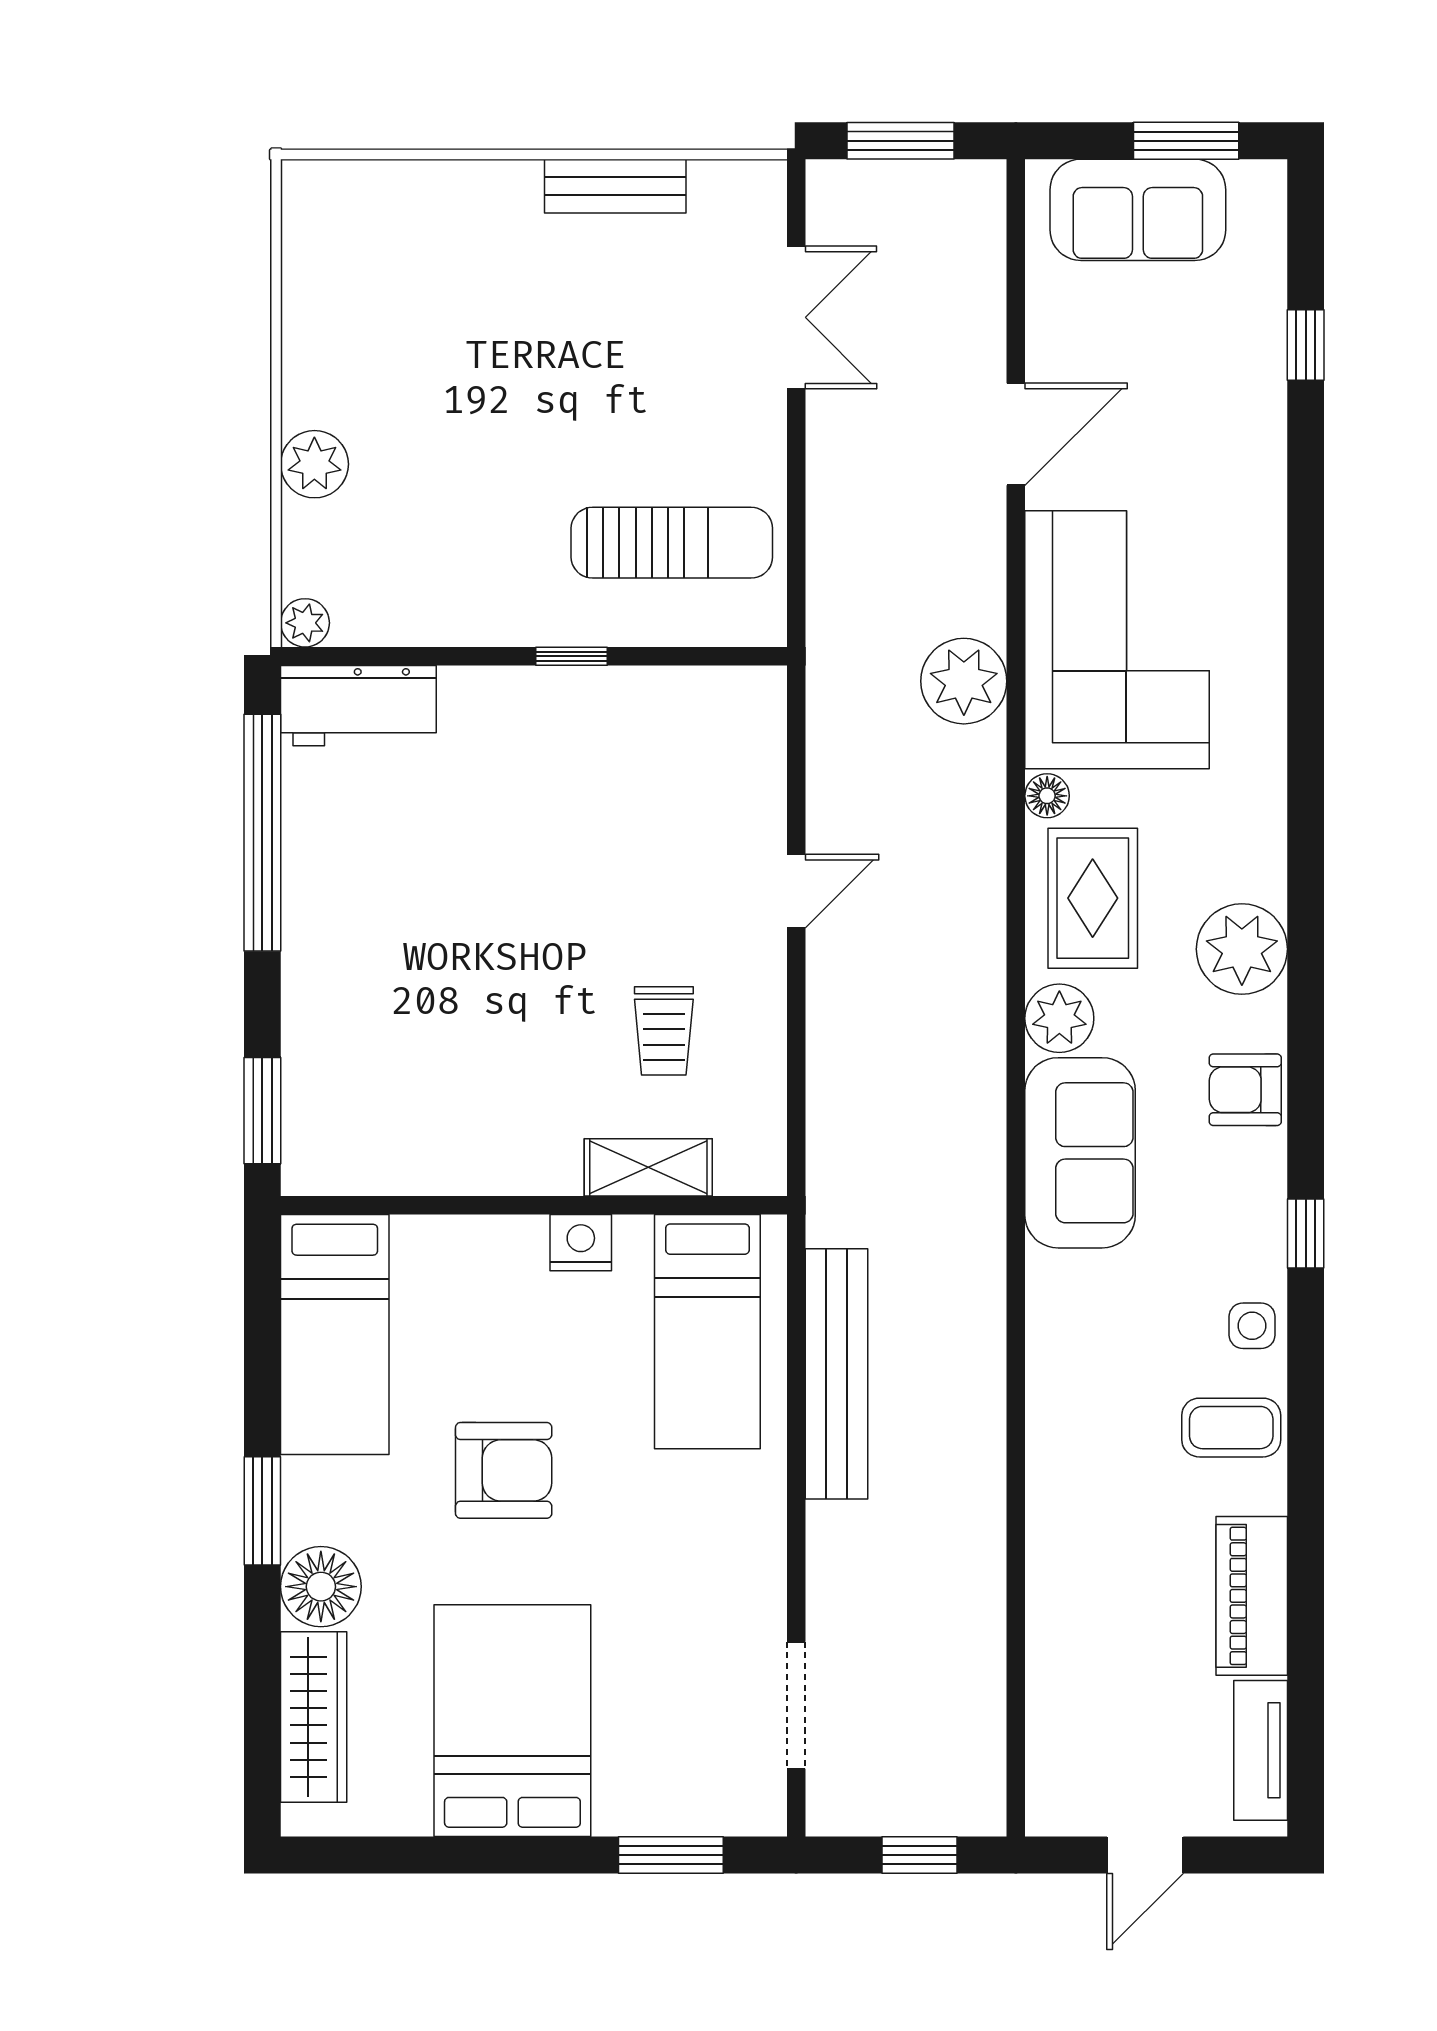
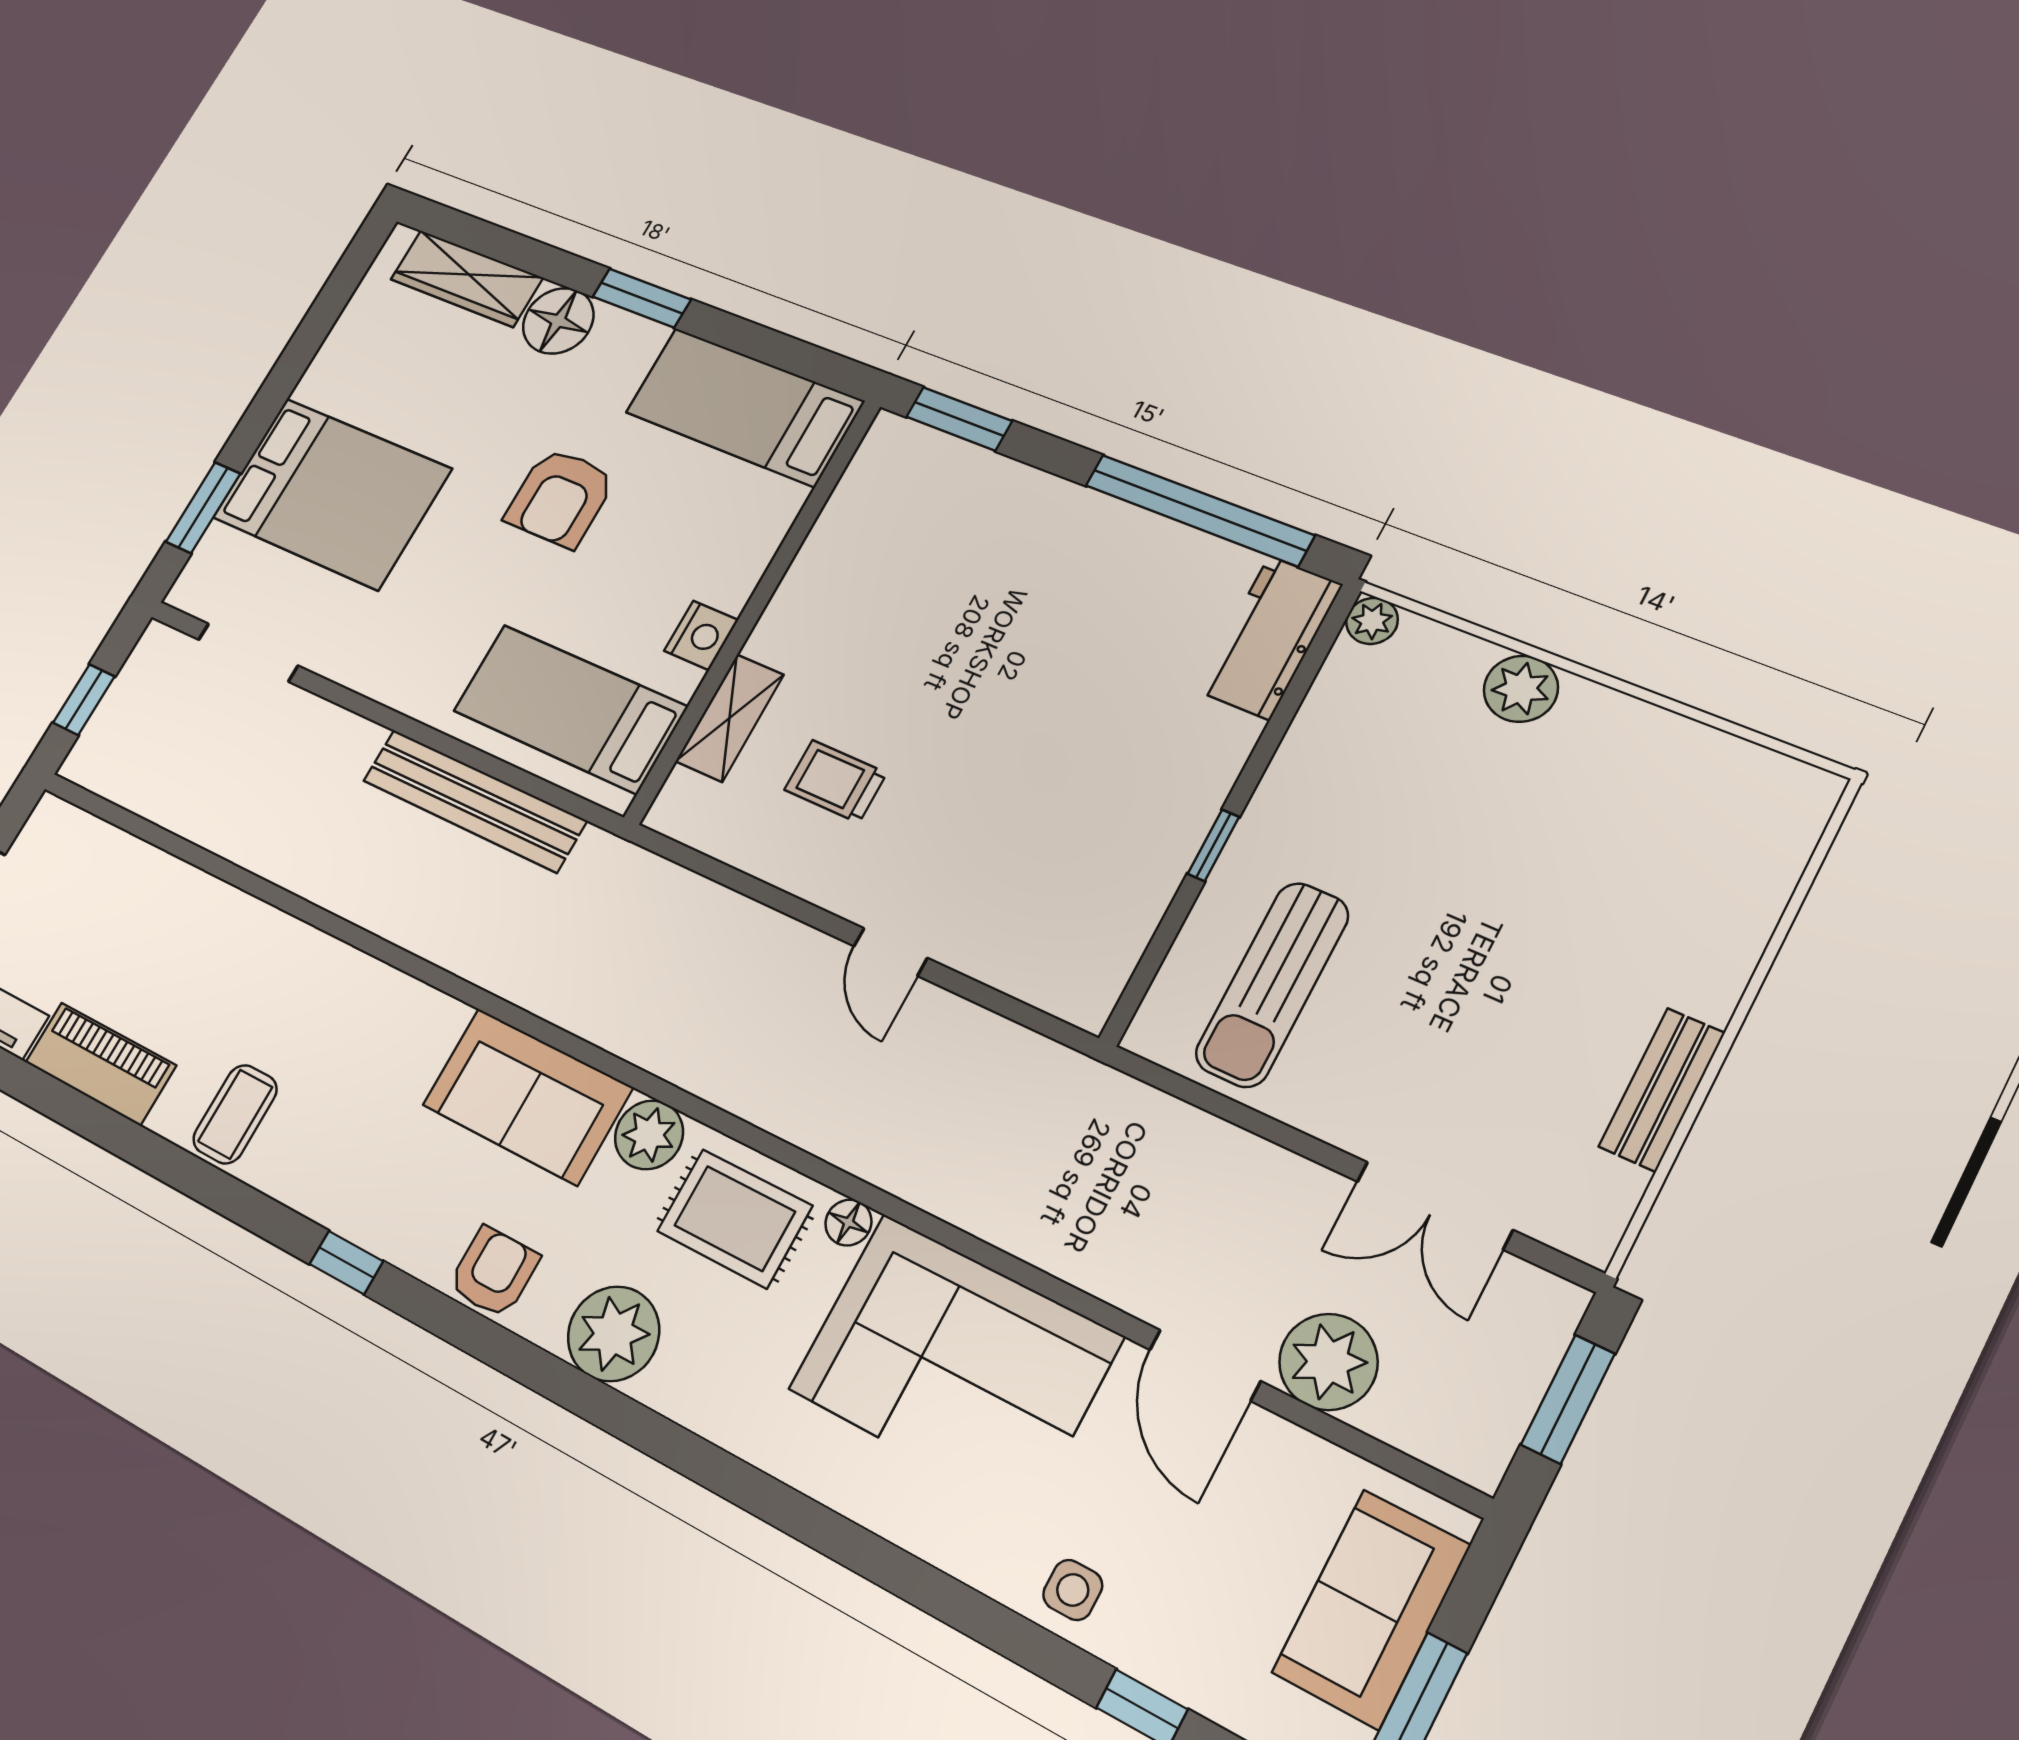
plant: (964, 681) -> (1328, 1362), moved
side table: (1252, 1326) -> (1073, 1590), moved
bed: (512, 1721) -> (332, 493), moved

